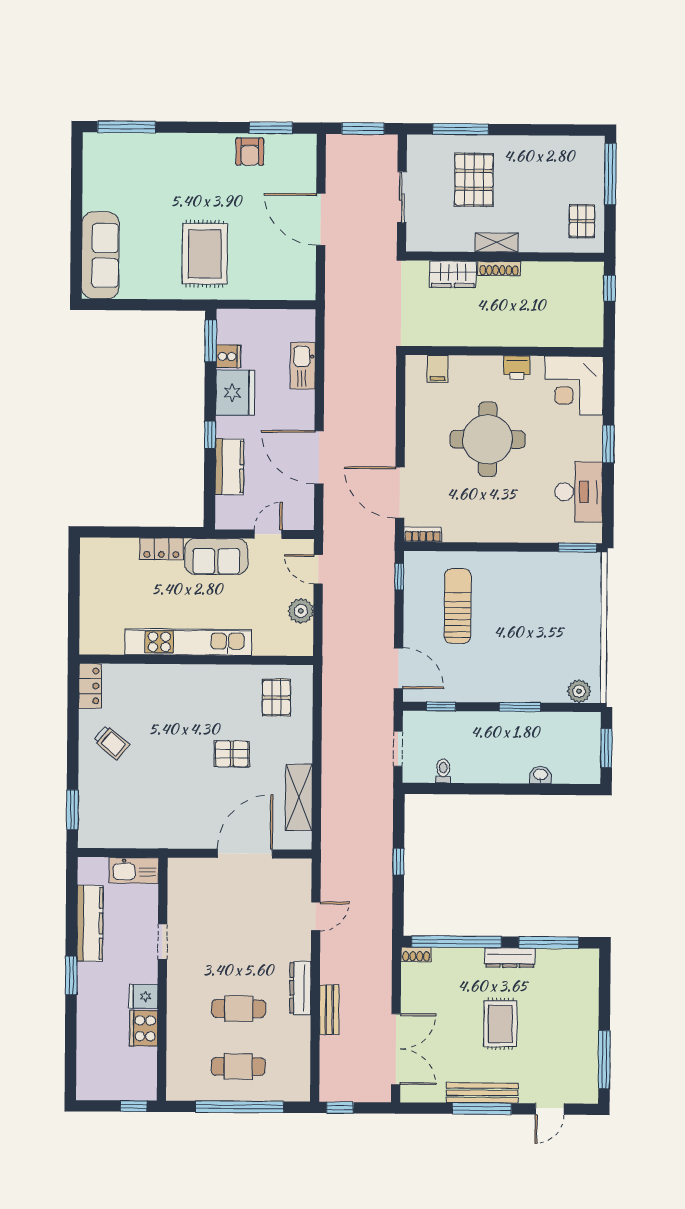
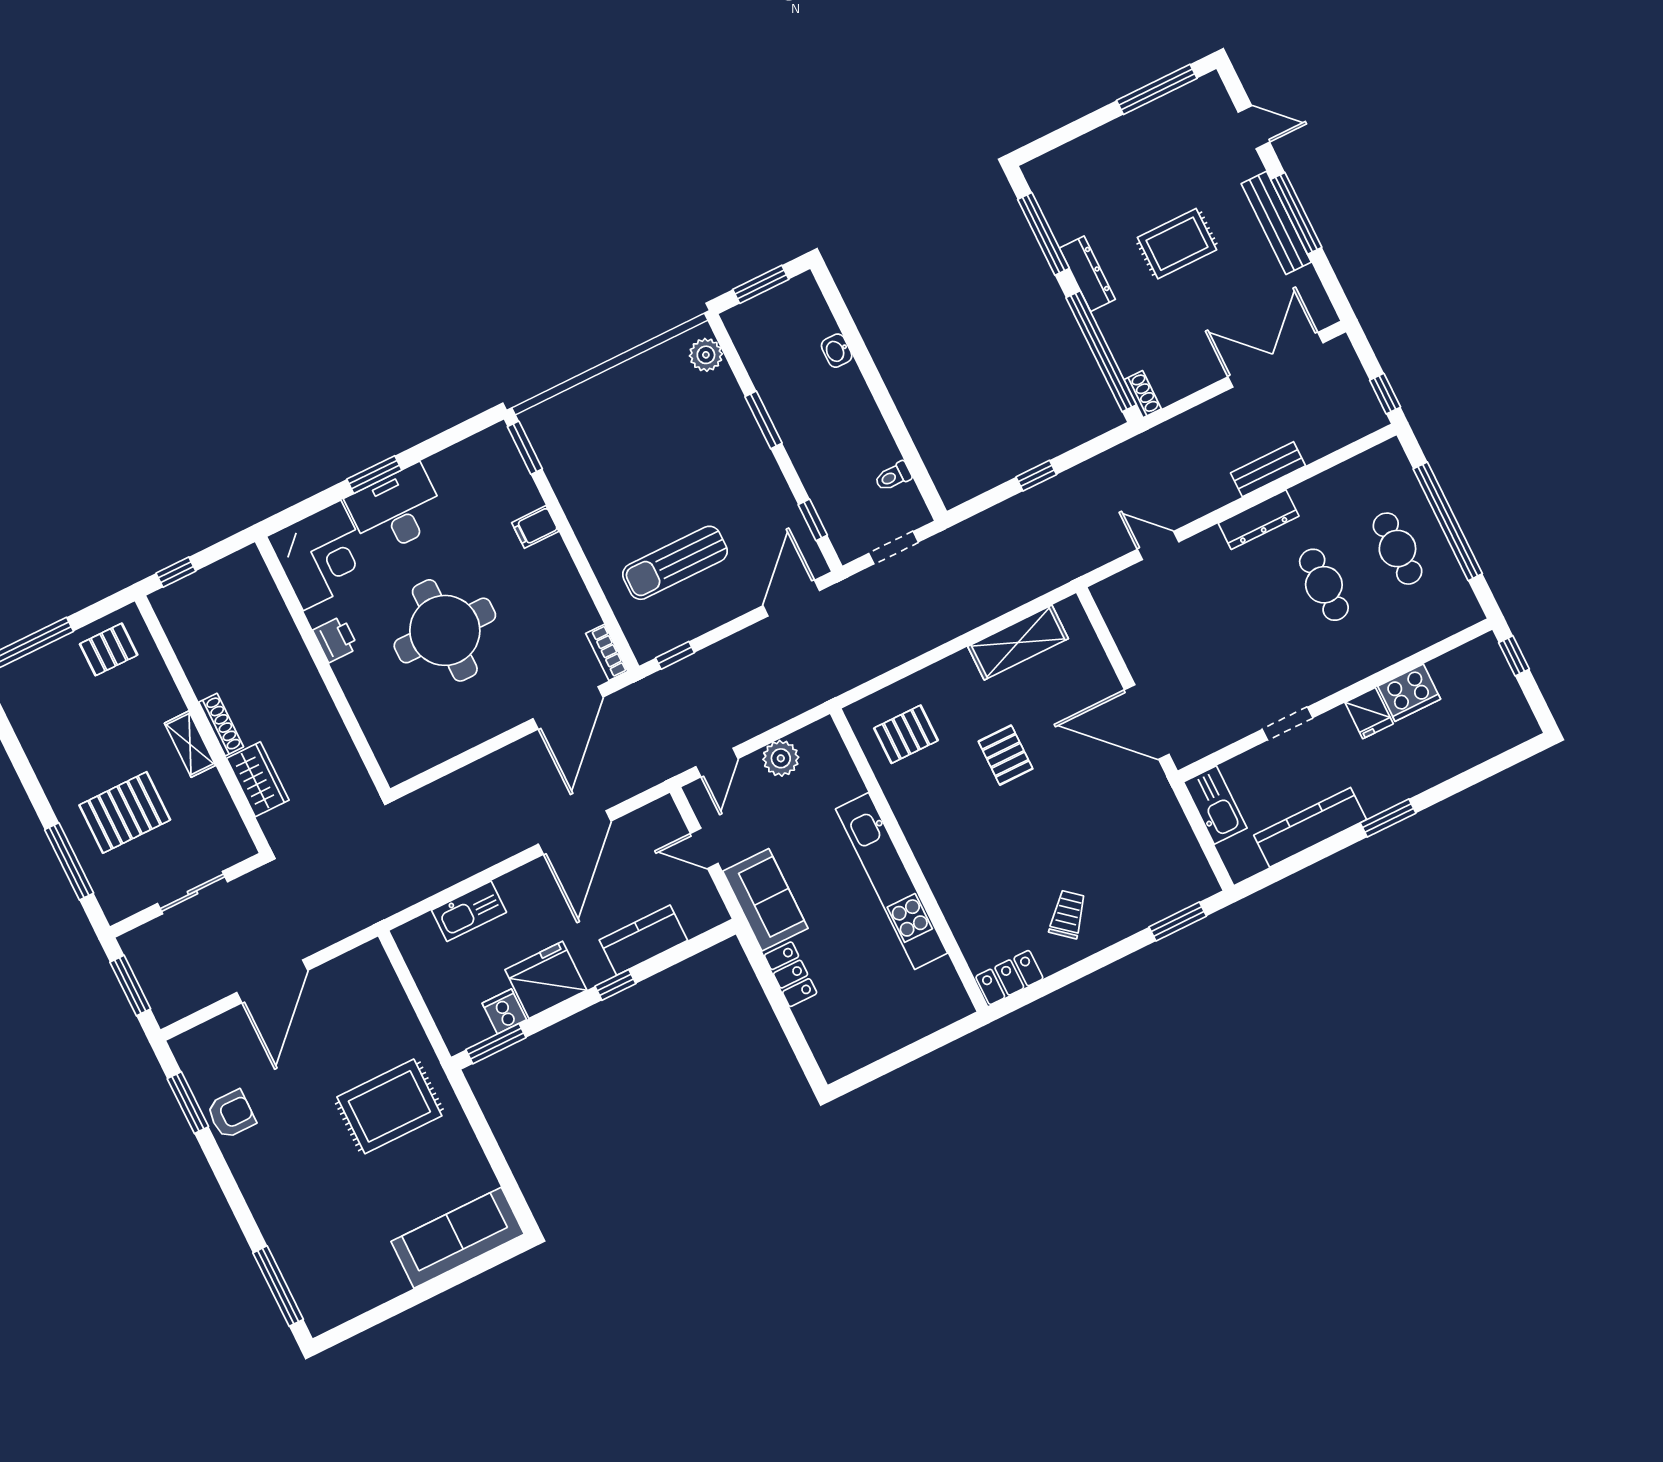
filing cabinet: (438, 369) -> (535, 527), moved, turned 180
desk: (579, 492) -> (396, 510), moved
door: (245, 854) -> (1147, 722), moved

